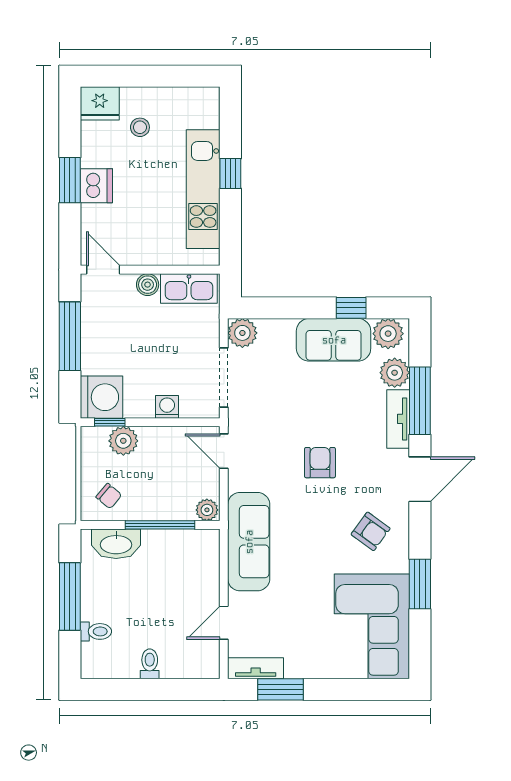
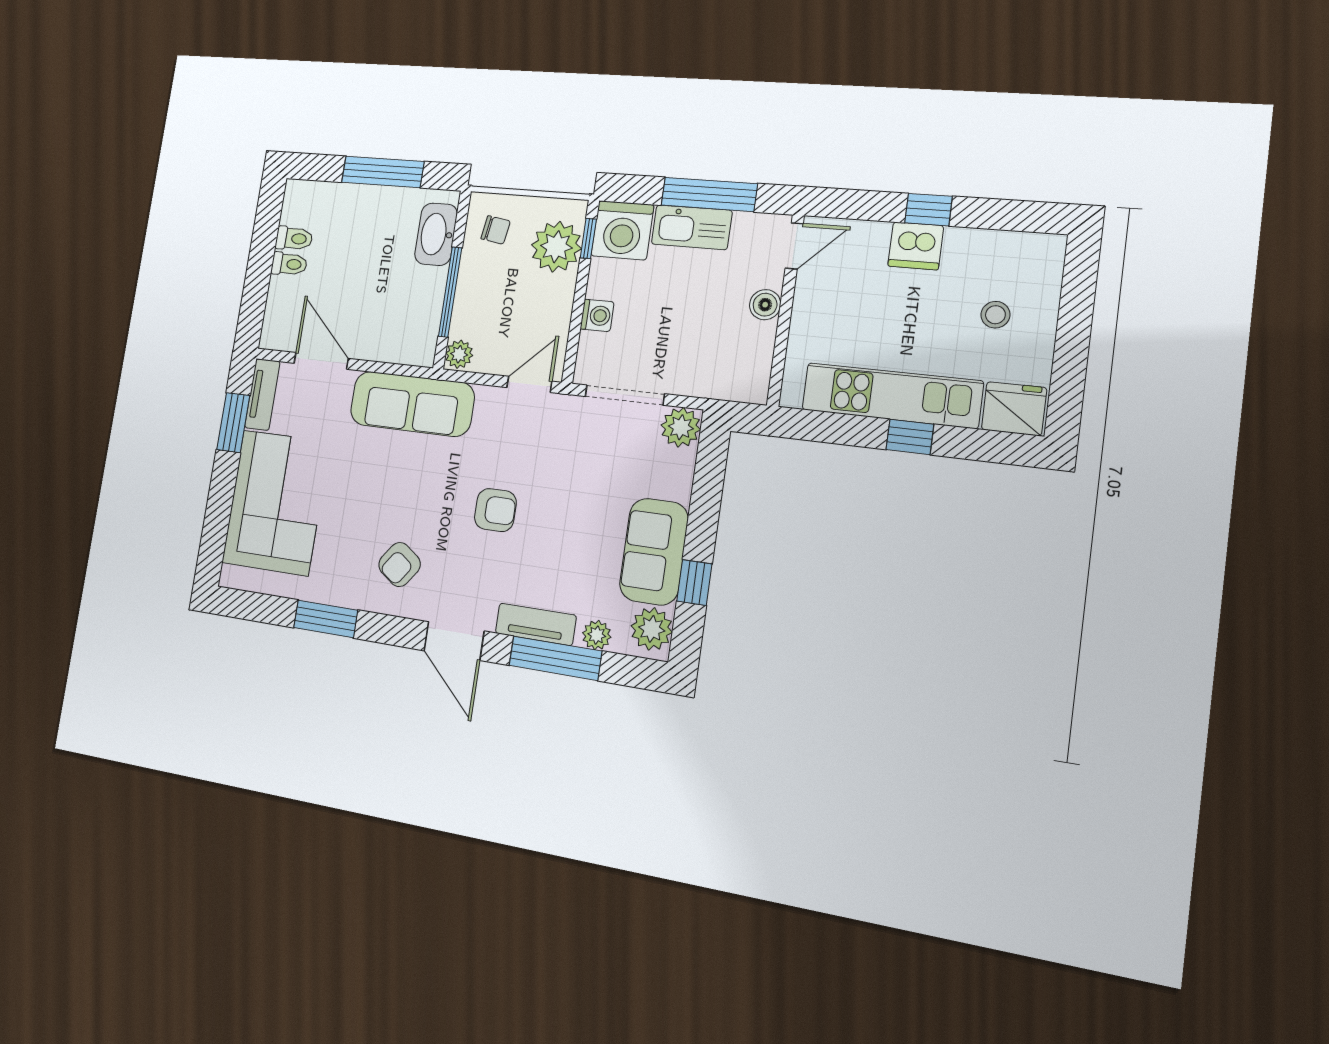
fridge: (100, 103) -> (1014, 409), moved, turned 90
window: (70, 180) -> (928, 210), width x0.67
kitchen sink: (189, 288) -> (692, 227), moved, turned -90
plant: (395, 373) -> (597, 635), width x0.73, depth x0.73
plant: (123, 441) -> (556, 247), width x1.36, depth x1.36
chair: (109, 496) -> (496, 230), turned -121
door: (224, 623) -> (321, 361), width x1.38
corner sofa: (372, 626) -> (276, 502), moved, turned 90
toilet: (96, 631) -> (294, 238), moved, turned -90

